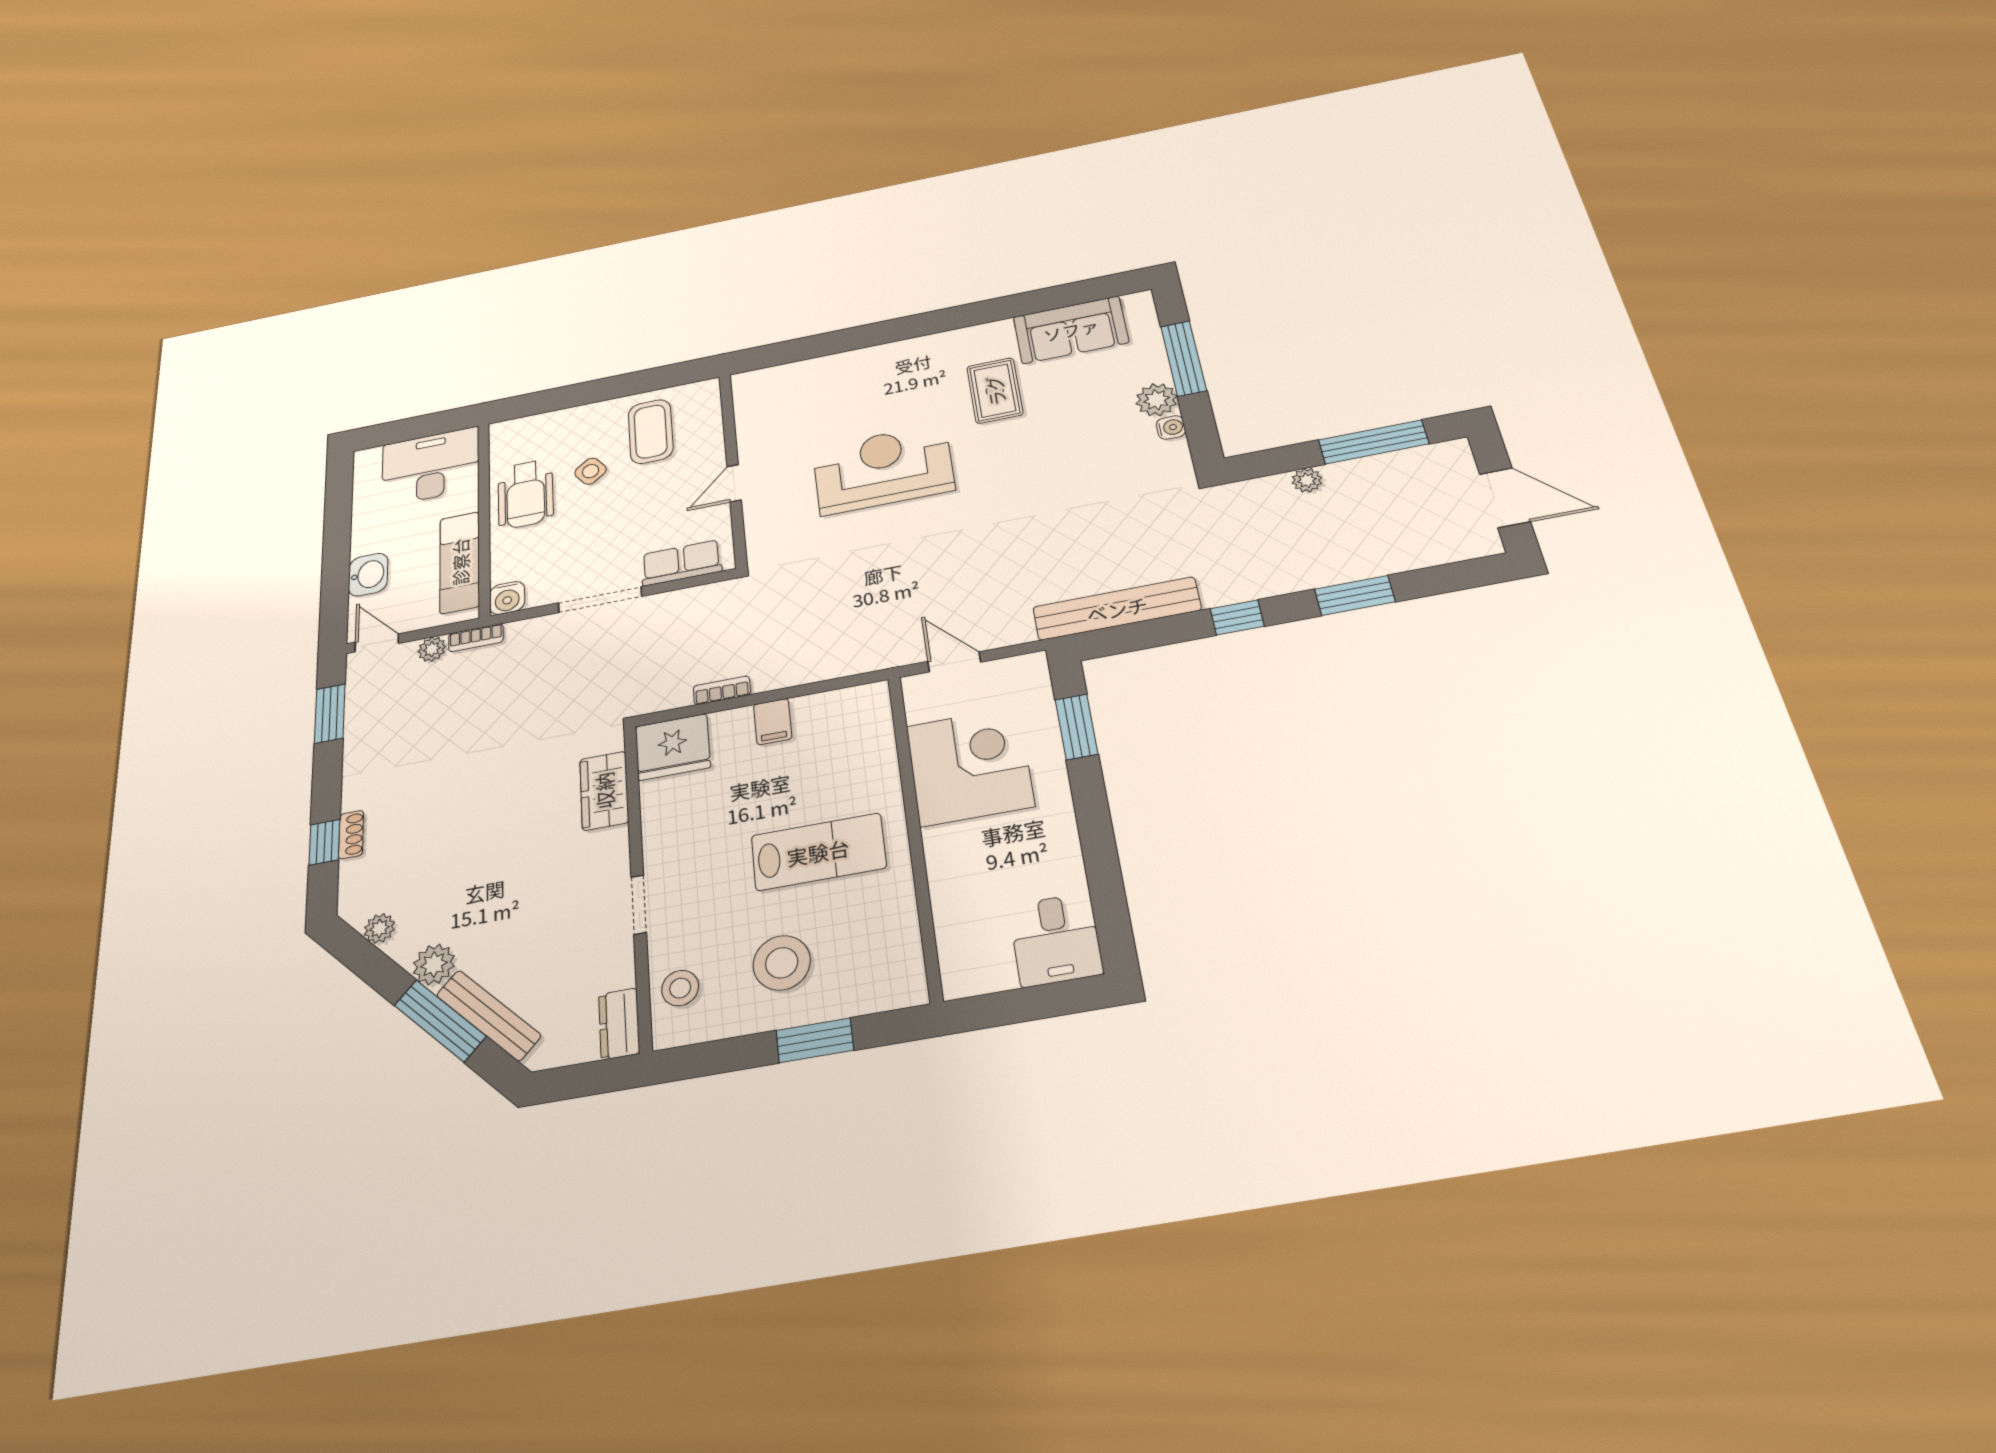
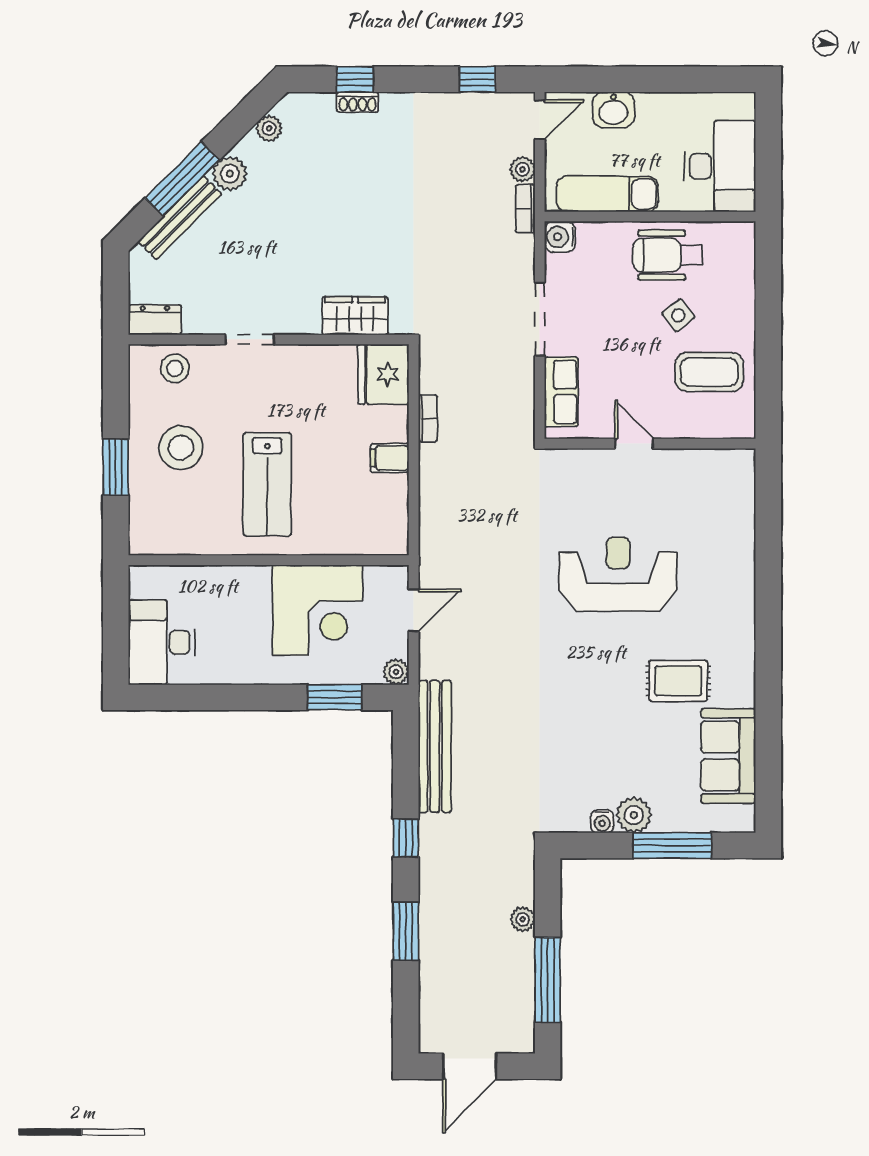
reception desk: (883, 469) -> (618, 575), turned -90
plant: (1033, 666) -> (396, 672), added
window: (330, 714) -> (477, 79), width x0.67
desk: (1056, 940) -> (162, 642), width x1.37

